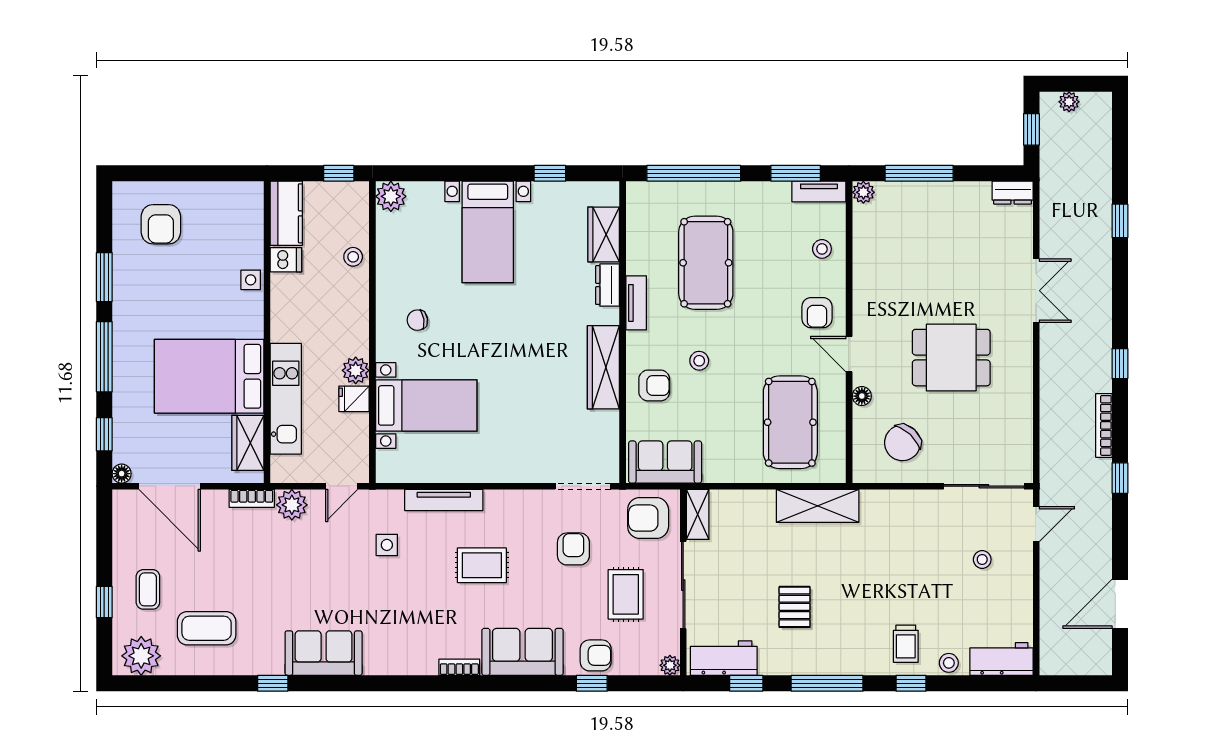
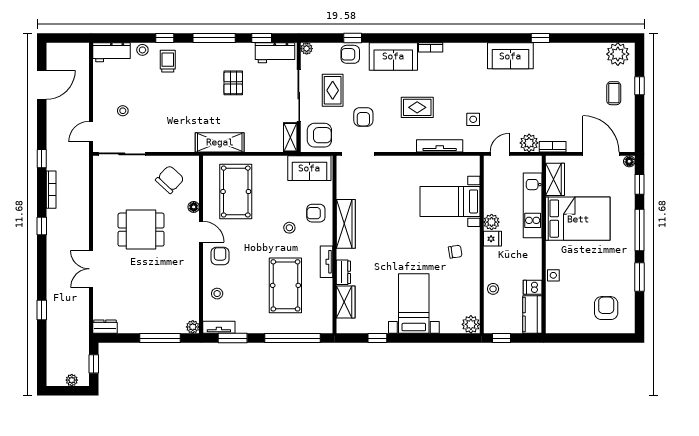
fridge: (354, 399) -> (492, 239), moved
coffee table: (207, 628) -> (579, 70), removed

